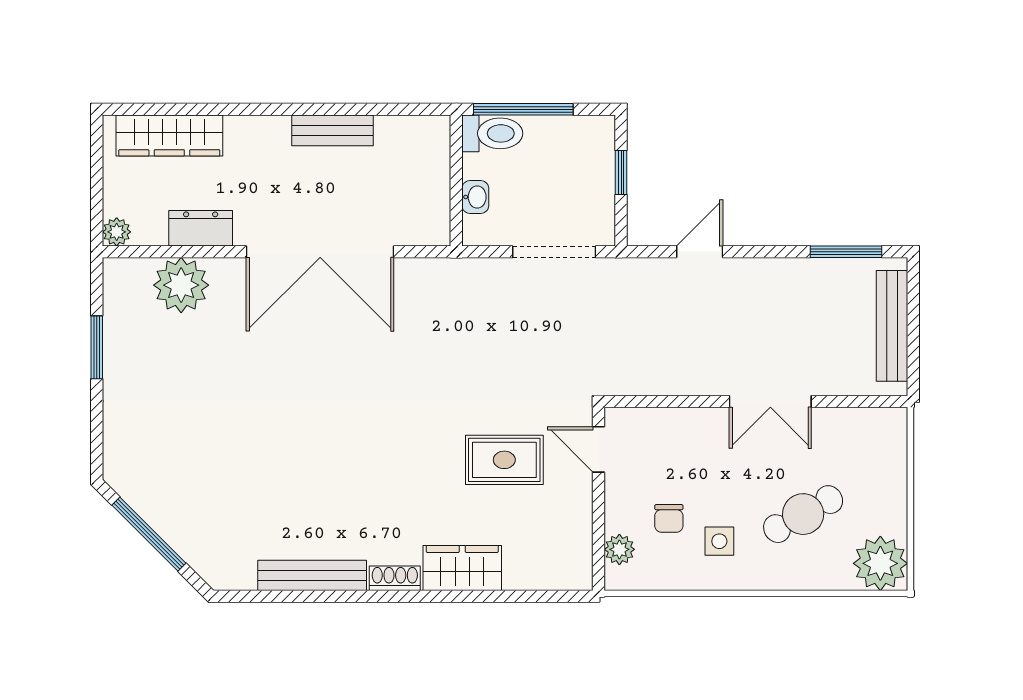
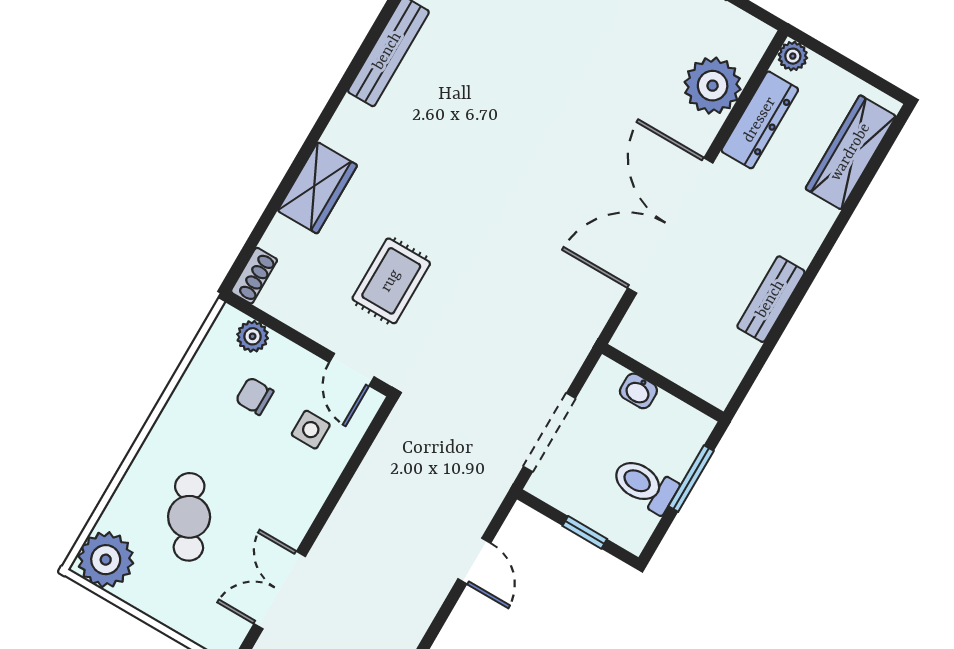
window: (523, 109) -> (691, 479), width x0.69
toilet: (492, 133) -> (645, 485), moved, turned 90
dresser: (201, 228) -> (760, 120), width x1.44
double door: (770, 401) -> (280, 590), moved
door: (599, 449) -> (352, 370), swing flipped
side table: (719, 541) -> (311, 430), moved
shoe rack: (395, 578) -> (254, 276), moved

